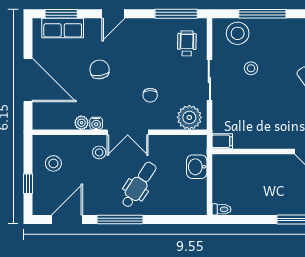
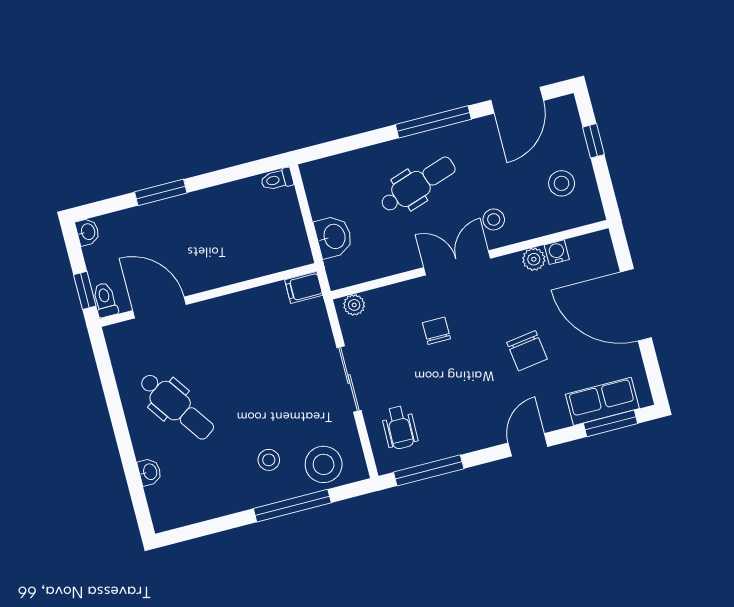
stool: (251, 68) -> (269, 460), moved
plant: (189, 117) -> (354, 305), width x0.53, depth x0.53
water cooler: (96, 123) -> (557, 252), moved
dental chair: (139, 185) -> (418, 185), turned -141

